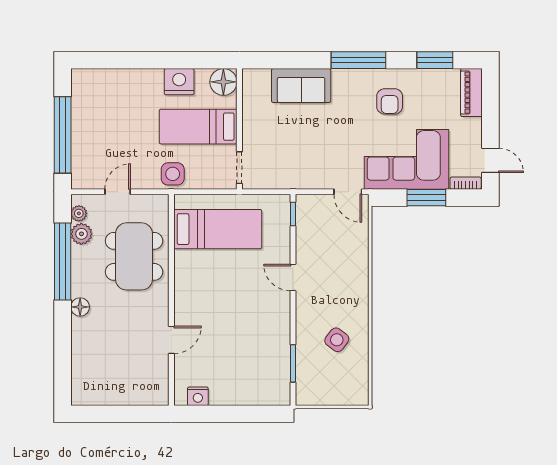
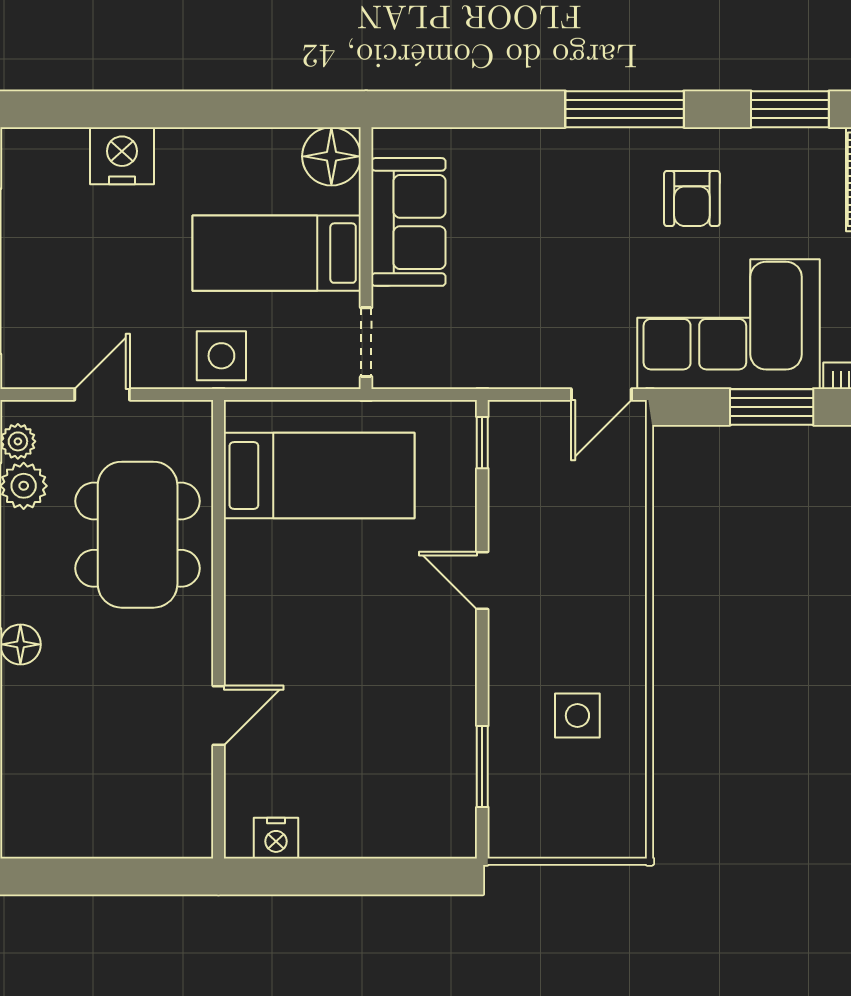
nightstand: (179, 82) -> (122, 156), moved
sofa: (301, 86) -> (408, 222), moved, turned -90
door: (348, 192) -> (601, 394), hinge flipped
side table: (337, 340) -> (577, 716), turned -37

